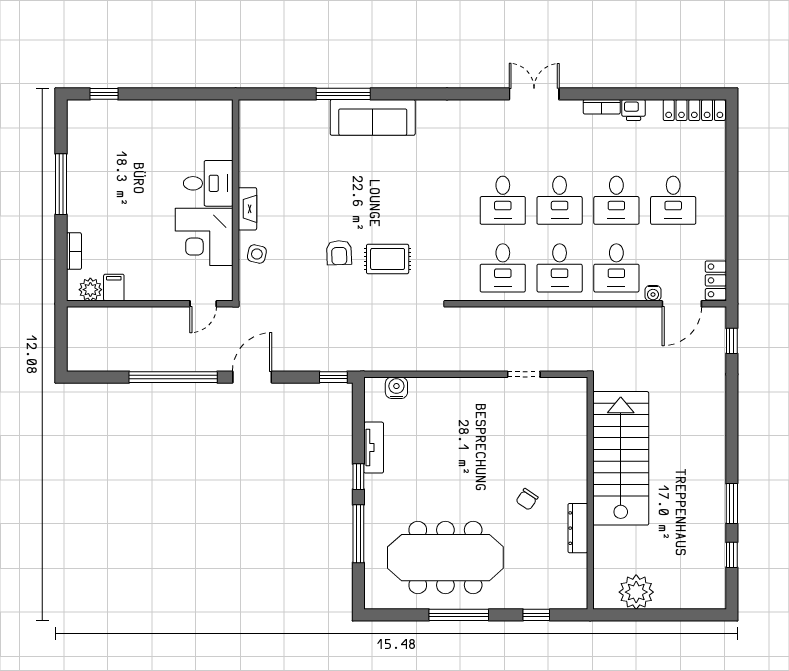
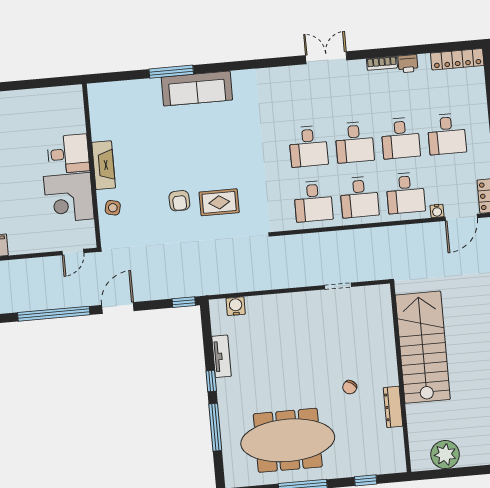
fireplace: (247, 209) -> (104, 165), width x1.37, depth x1.32

